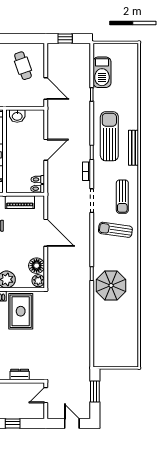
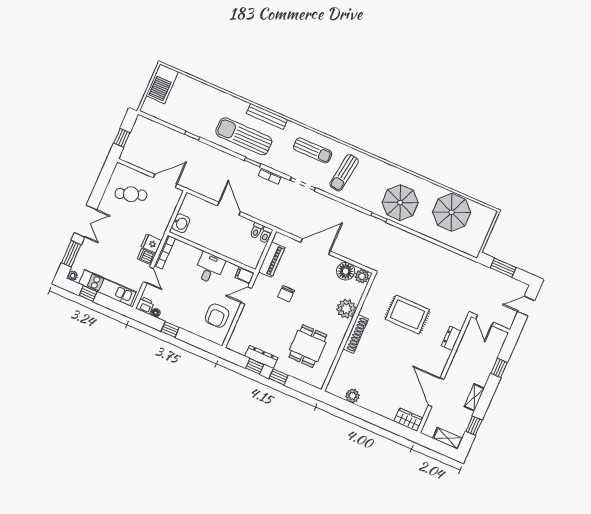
barbecue: (102, 72) -> (162, 84), moved, turned 90
rug: (21, 311) -> (407, 314), moved
parasol: (121, 330) -> (452, 212), added

